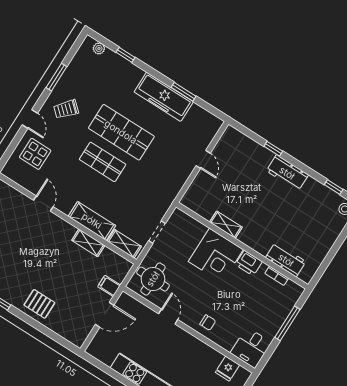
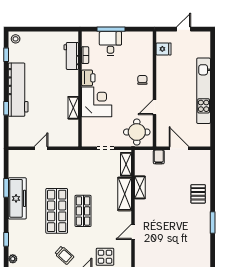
workbench: (287, 173) -> (18, 90), width x1.88, depth x1.32
desk: (251, 348) -> (110, 43), moved, turned -90

